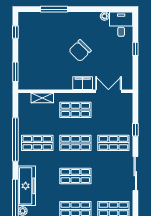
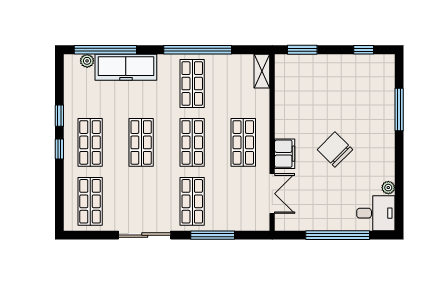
window: (135, 49) -> (338, 235), width x3.17
shelving: (42, 98) -> (262, 71), moved
window: (135, 130) -> (213, 235), width x2.17

